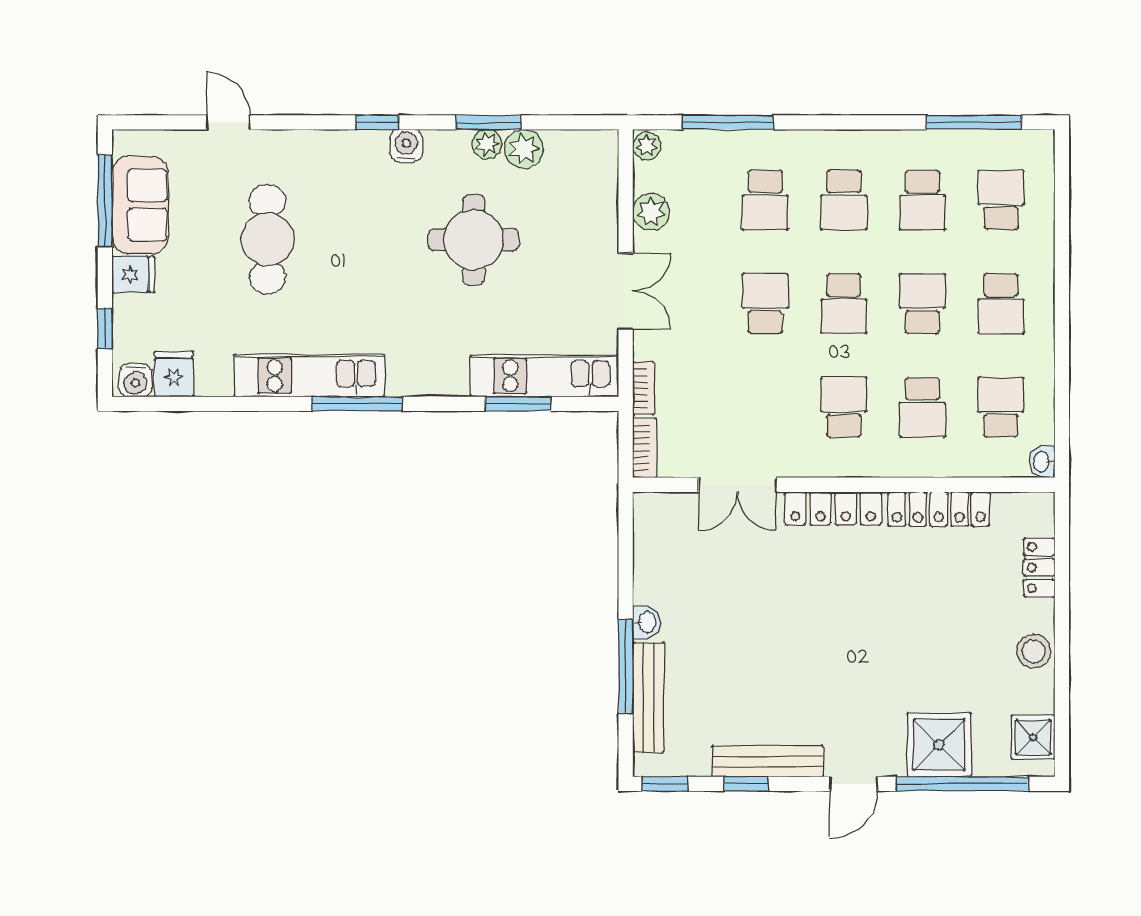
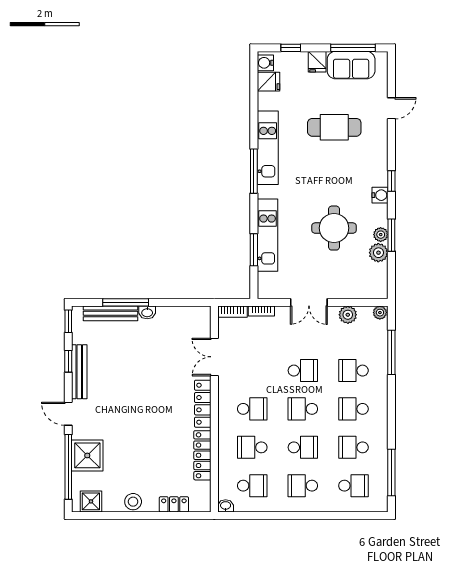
kitchen unit: (544, 376) -> (268, 235), moved

